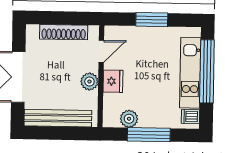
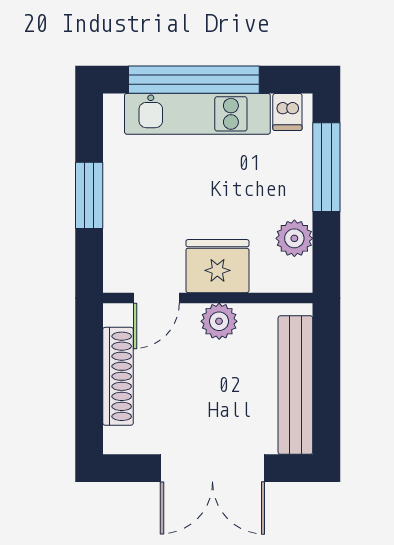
door: (101, 51) -> (156, 298), swing flipped
fridge: (113, 81) -> (217, 266), width x1.36, depth x1.34
window: (149, 135) -> (326, 167), moved

